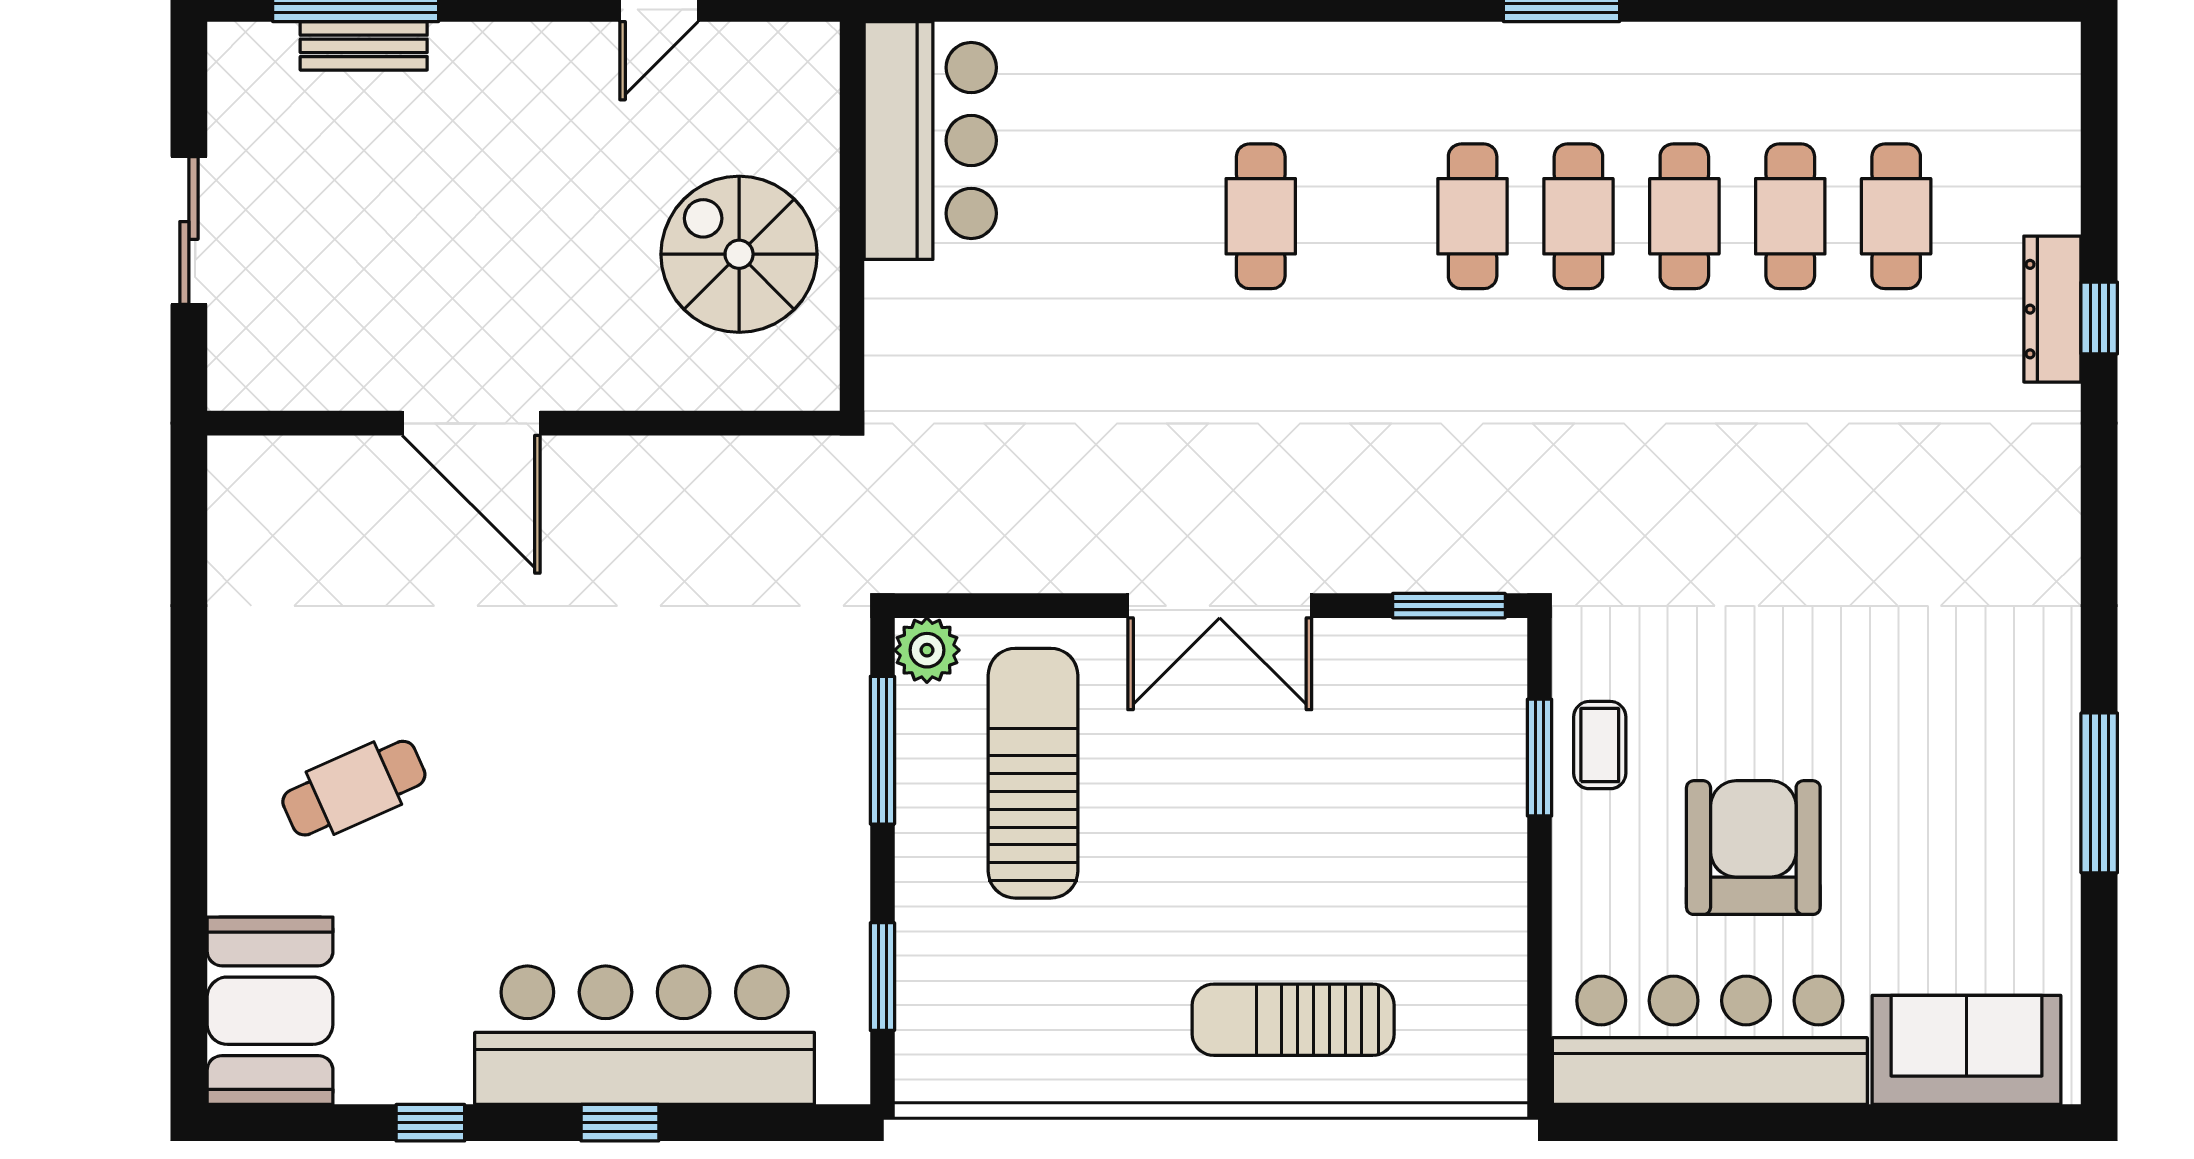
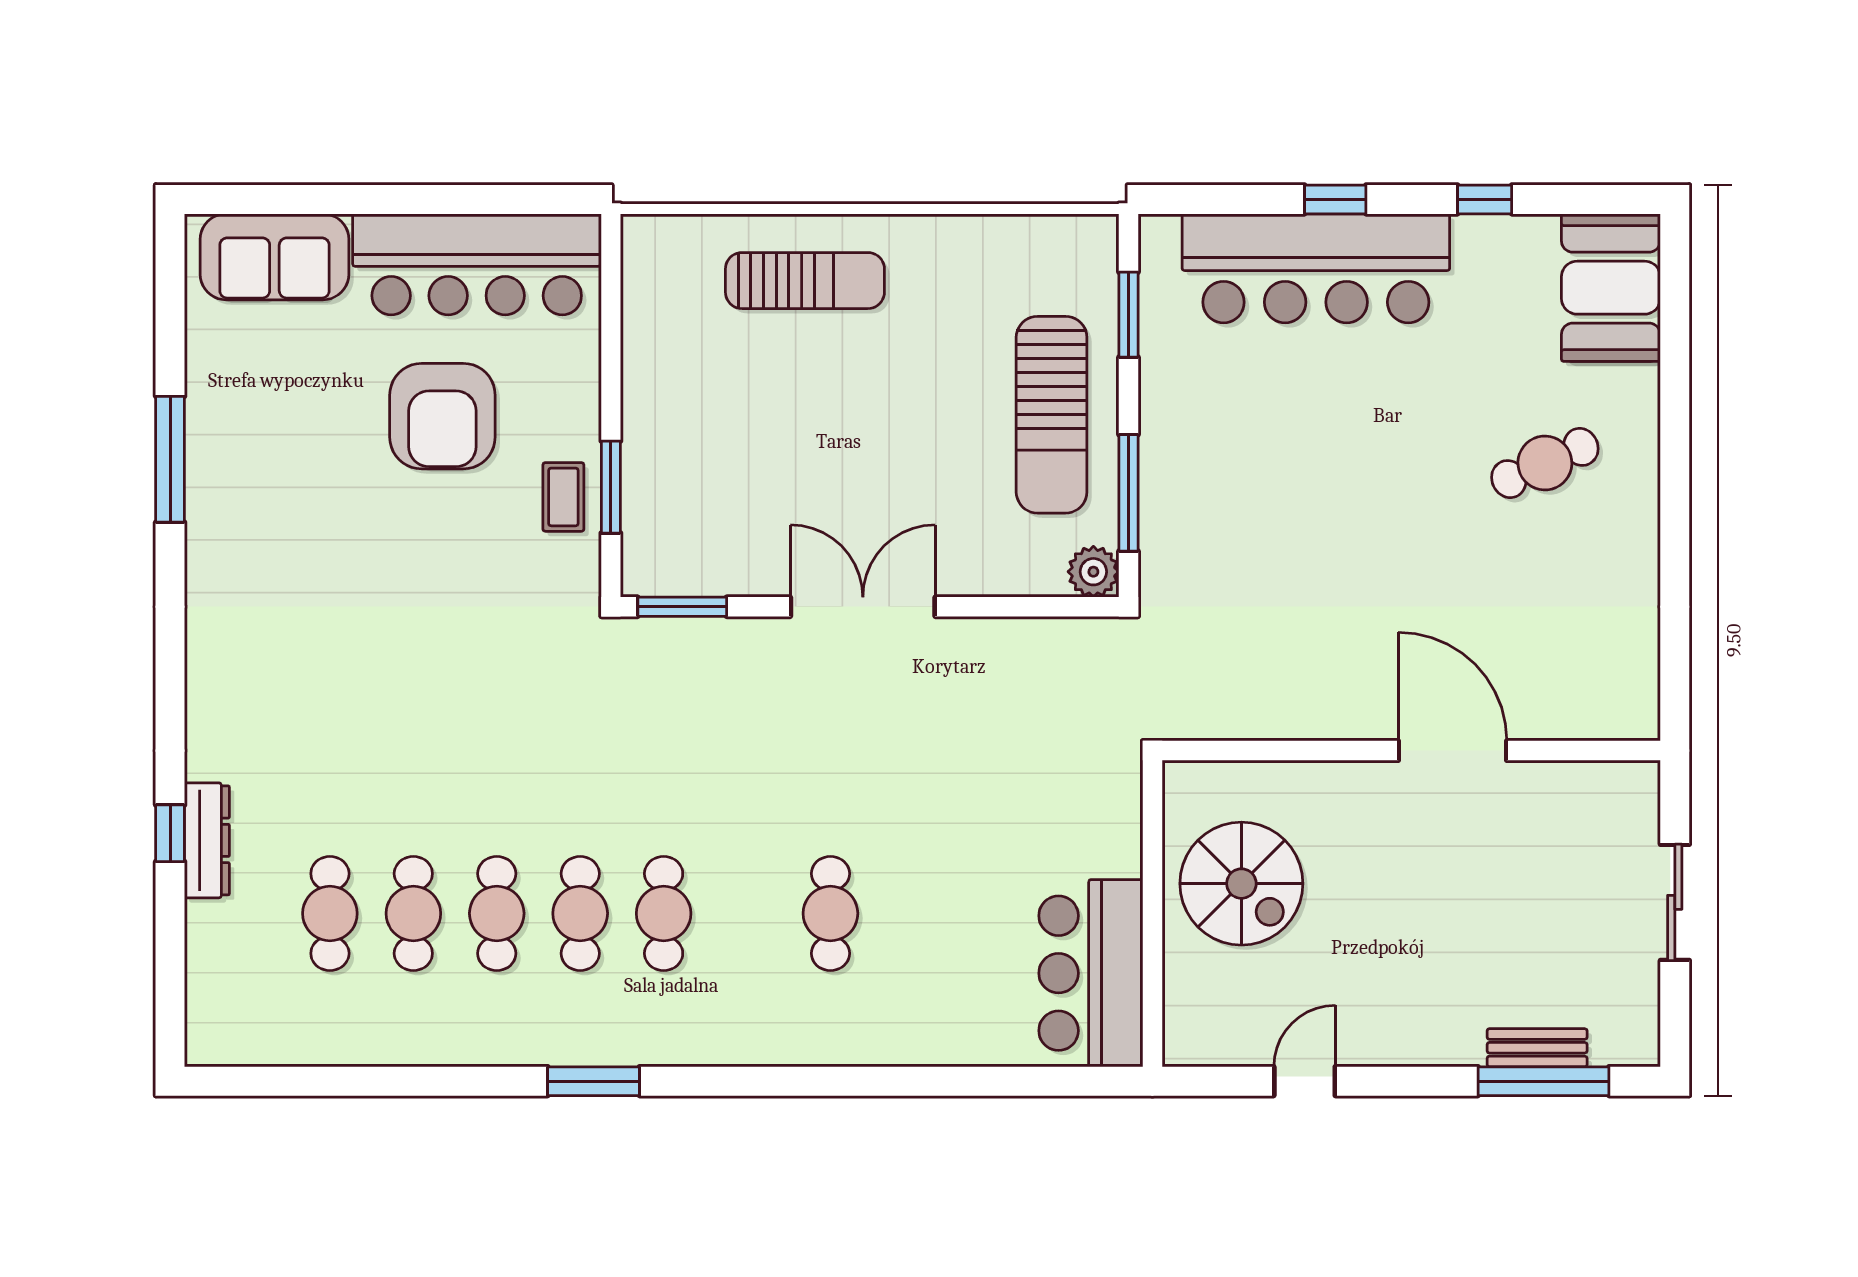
sun lounger: (1033, 773) -> (1052, 415), moved

